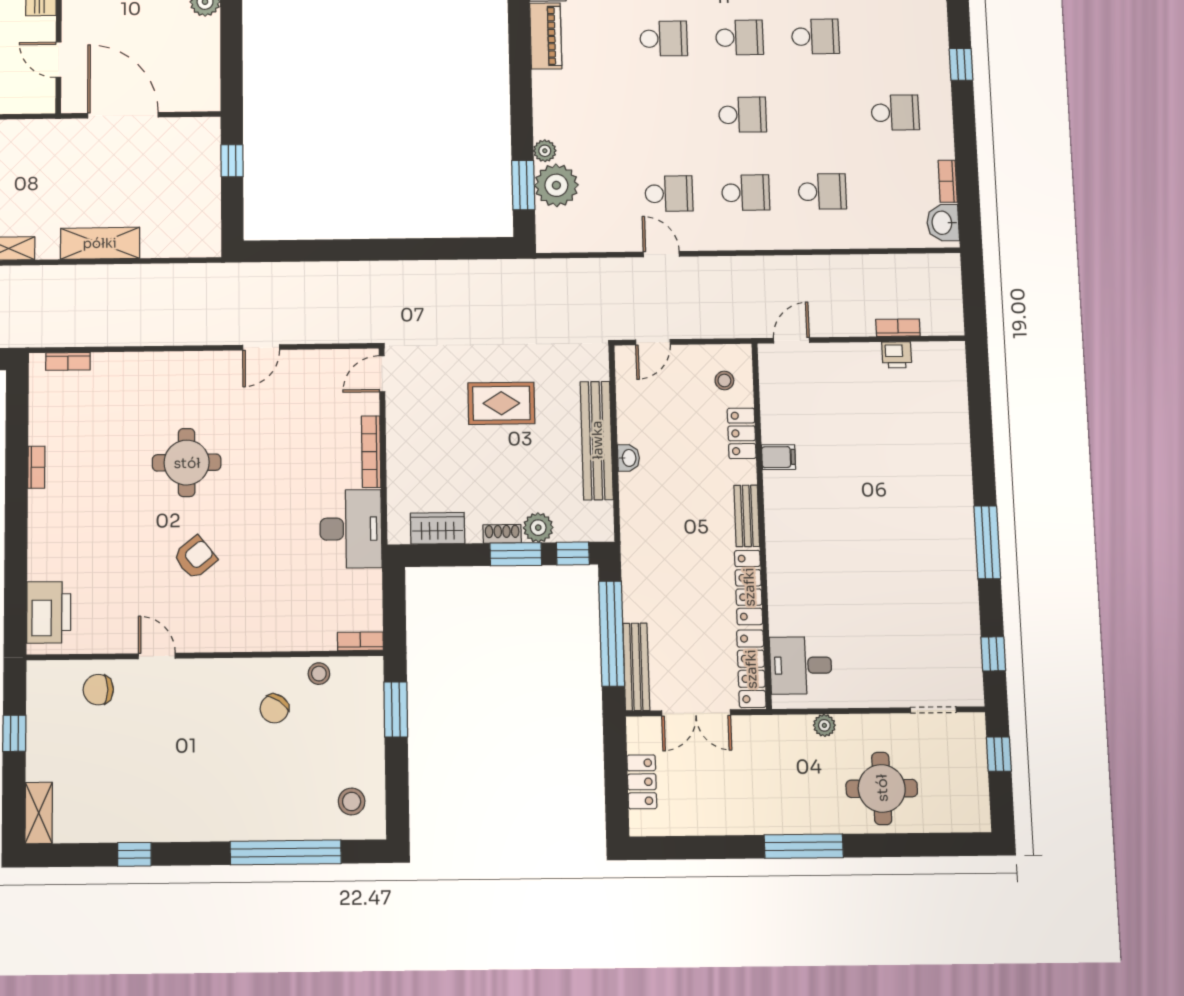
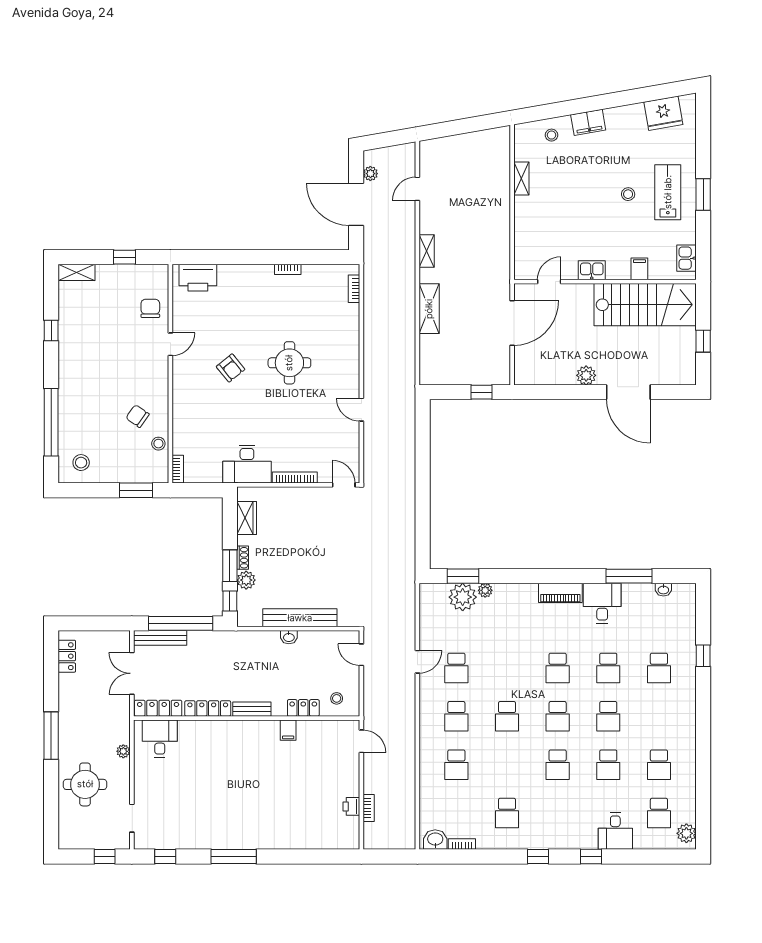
rug: (501, 403) -> (324, 559), removed
locker: (642, 782) -> (67, 656), moved, turned -90

